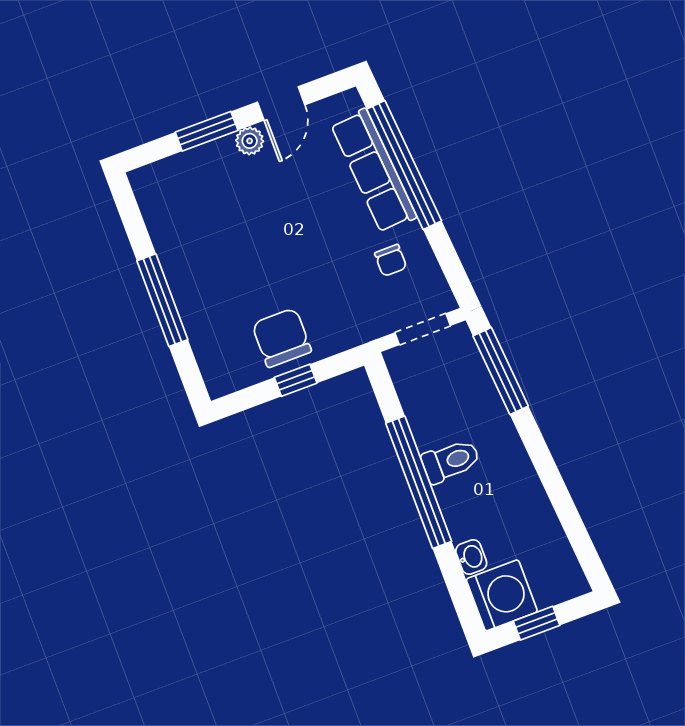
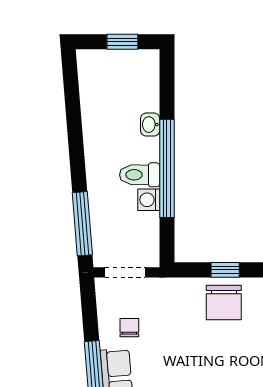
washbasin: (471, 557) -> (150, 125), moved
washing machine: (502, 595) -> (149, 200), moved, width x0.53, depth x0.53

